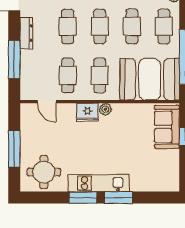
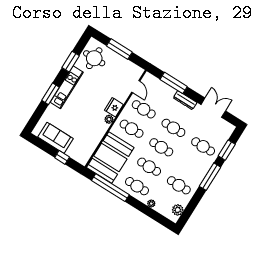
door: (47, 102) -> (136, 87), swing flipped
sofa: (167, 127) -> (56, 138), moved
window: (83, 198) -> (71, 62), moved

